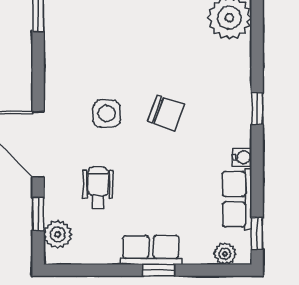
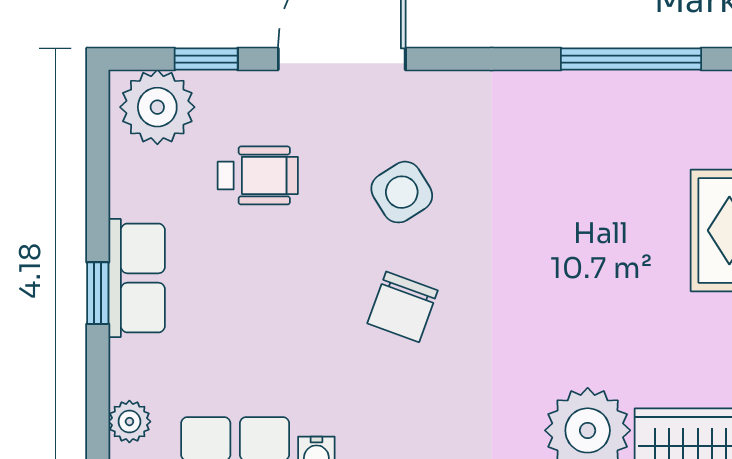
side table: (107, 113) -> (402, 192), turned -32
plant: (58, 234) -> (157, 107), width x1.36, depth x1.36

